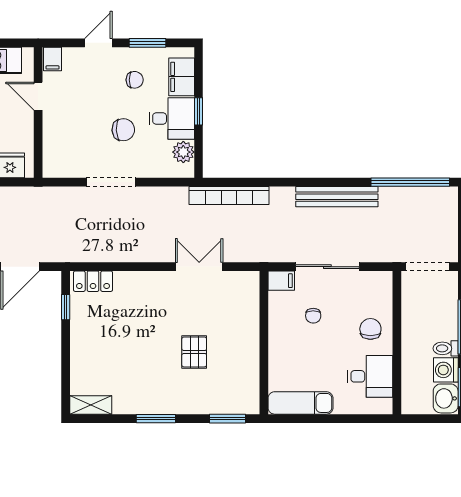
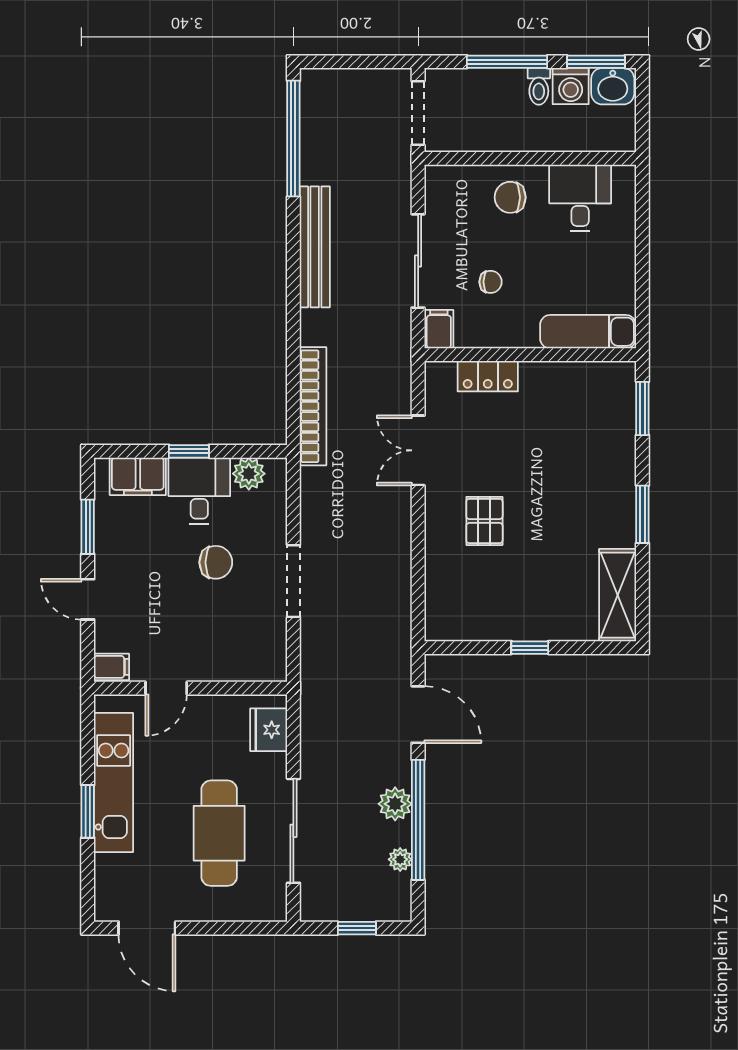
chair: (135, 80) -> (142, 546), removed
chair: (123, 130) -> (216, 562), turned 93
locker: (93, 281) -> (488, 376), moved, turned 90
window: (66, 307) -> (530, 648), moved
pallet: (194, 352) -> (484, 521), moved, turned 90
exam couch: (301, 403) -> (588, 332), moved, turned 90
shelving: (91, 405) -> (618, 595), width x1.50, depth x1.33

